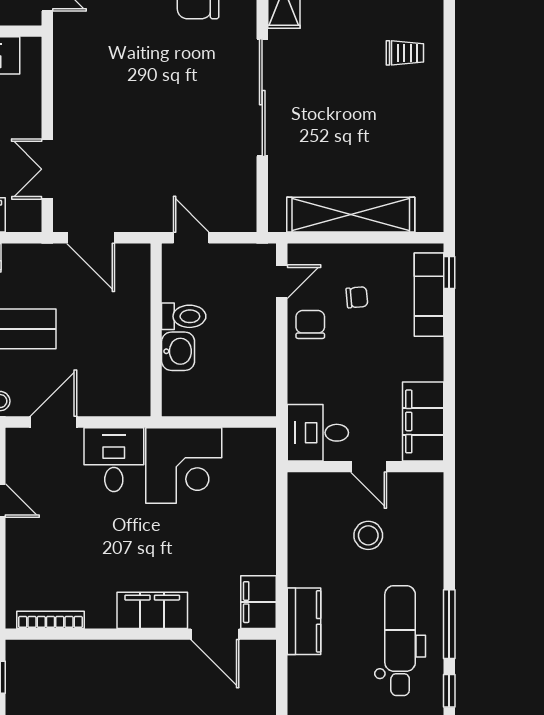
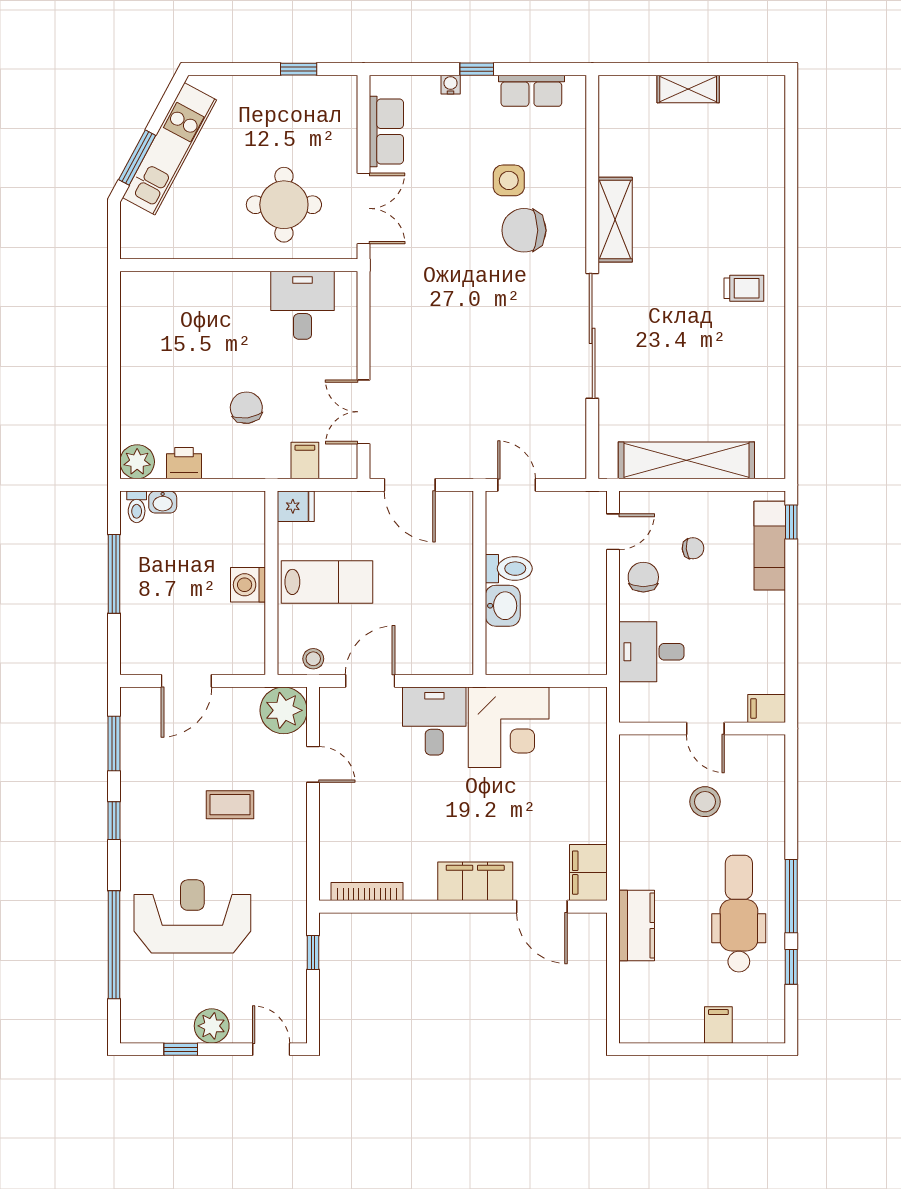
filing cabinet: (423, 421) -> (767, 708), width x0.33, depth x0.86
desk: (318, 433) -> (651, 652), moved
kitchen counter: (304, 621) -> (637, 925), moved

